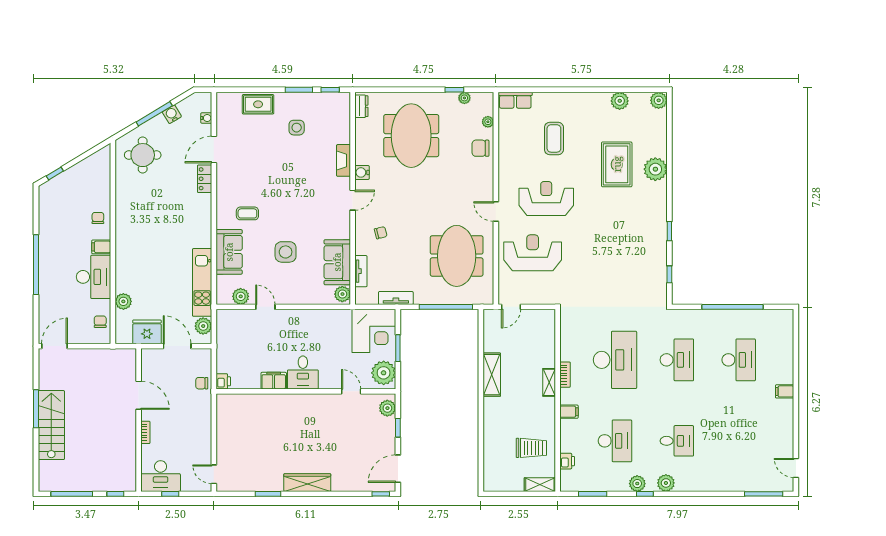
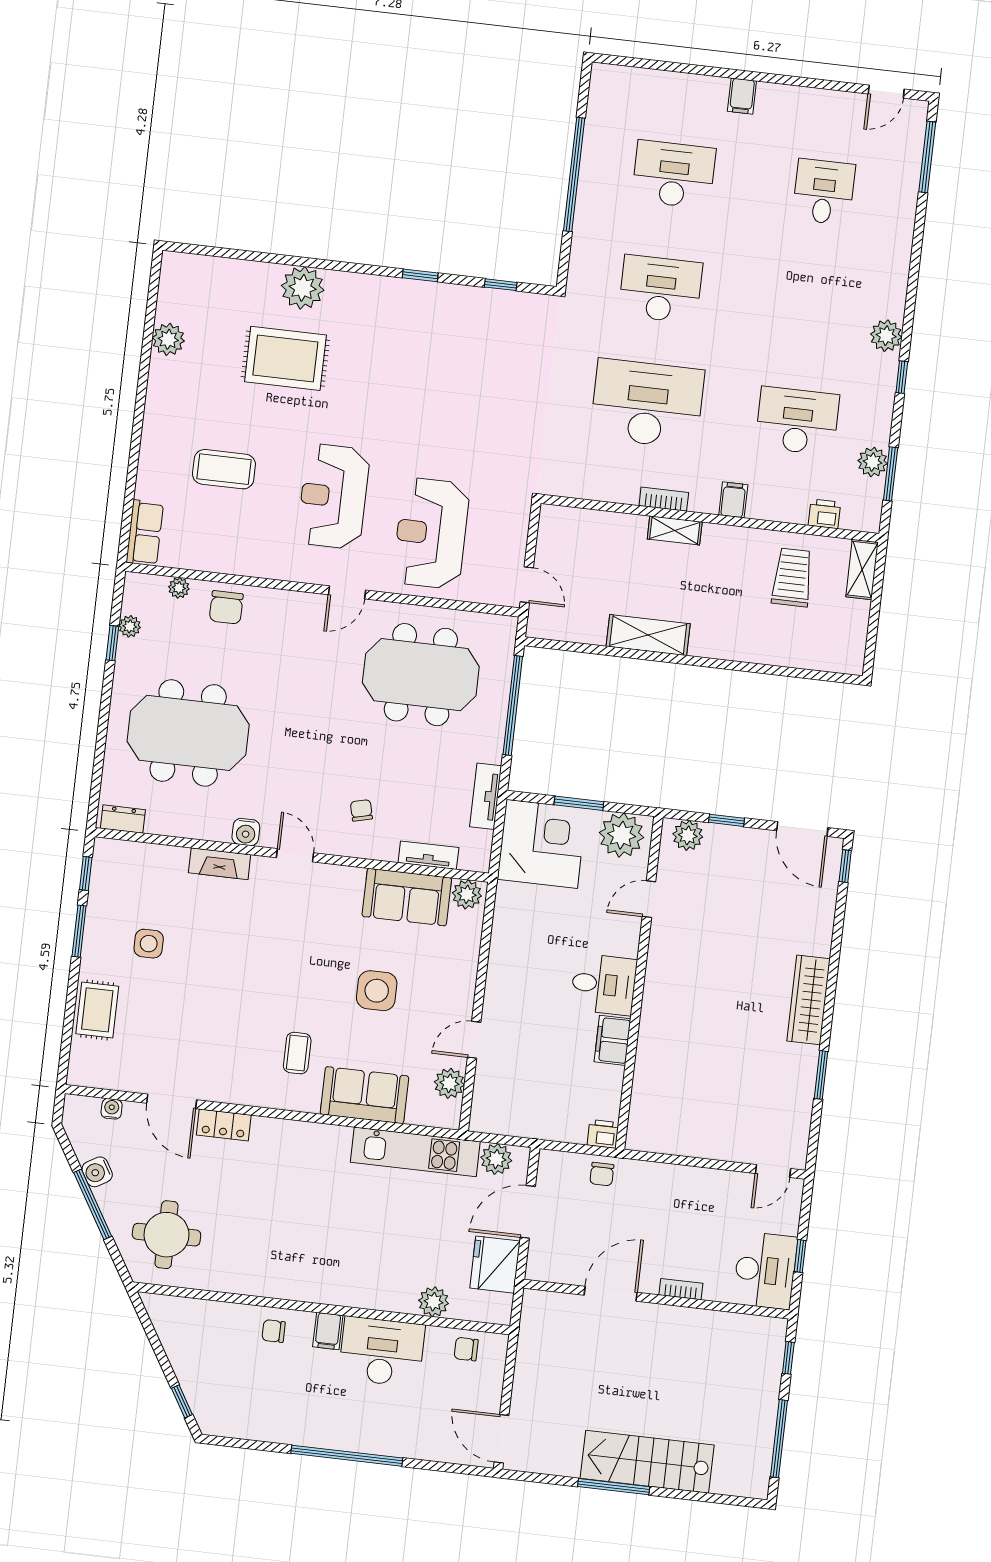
plant: (659, 100) -> (176, 267), removed
desk: (677, 441) -> (824, 192), moved
plant: (637, 484) -> (873, 462), moved

